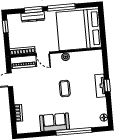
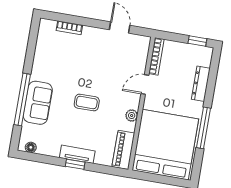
window: (33, 10) -> (211, 87), removed
piano: (24, 62) -> (123, 150), moved
sofa: (55, 122) -> (38, 103), moved

